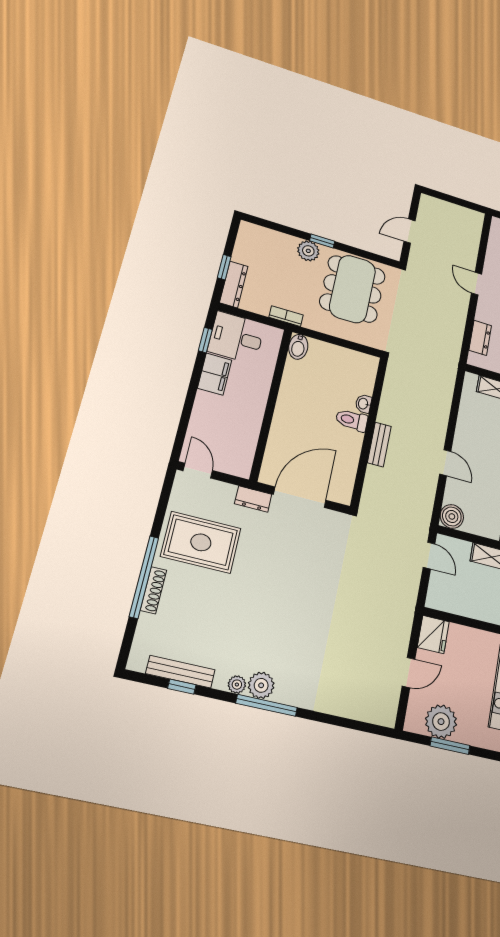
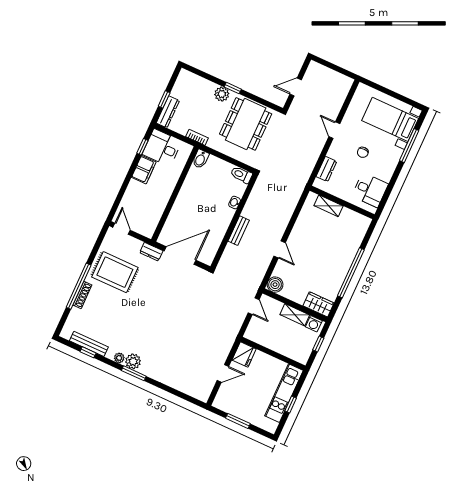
toilet: (352, 420) -> (241, 175), moved
window: (267, 705) -> (134, 373), width x0.69
plant: (441, 722) -> (236, 406), removed

